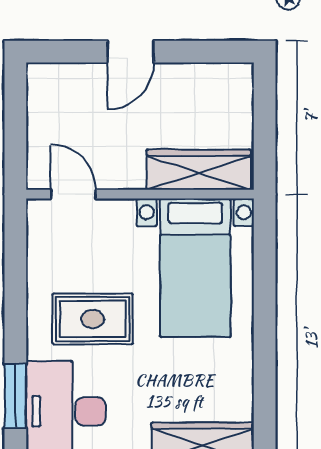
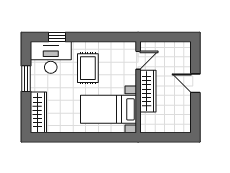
wardrobe: (199, 170) -> (148, 91), moved
window: (15, 396) -> (57, 37), width x0.67

